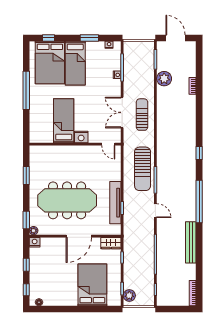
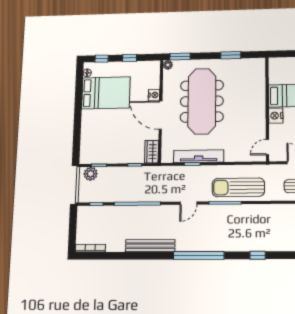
nightstand: (35, 242) -> (154, 95), moved
bed: (92, 285) -> (106, 93), moved

